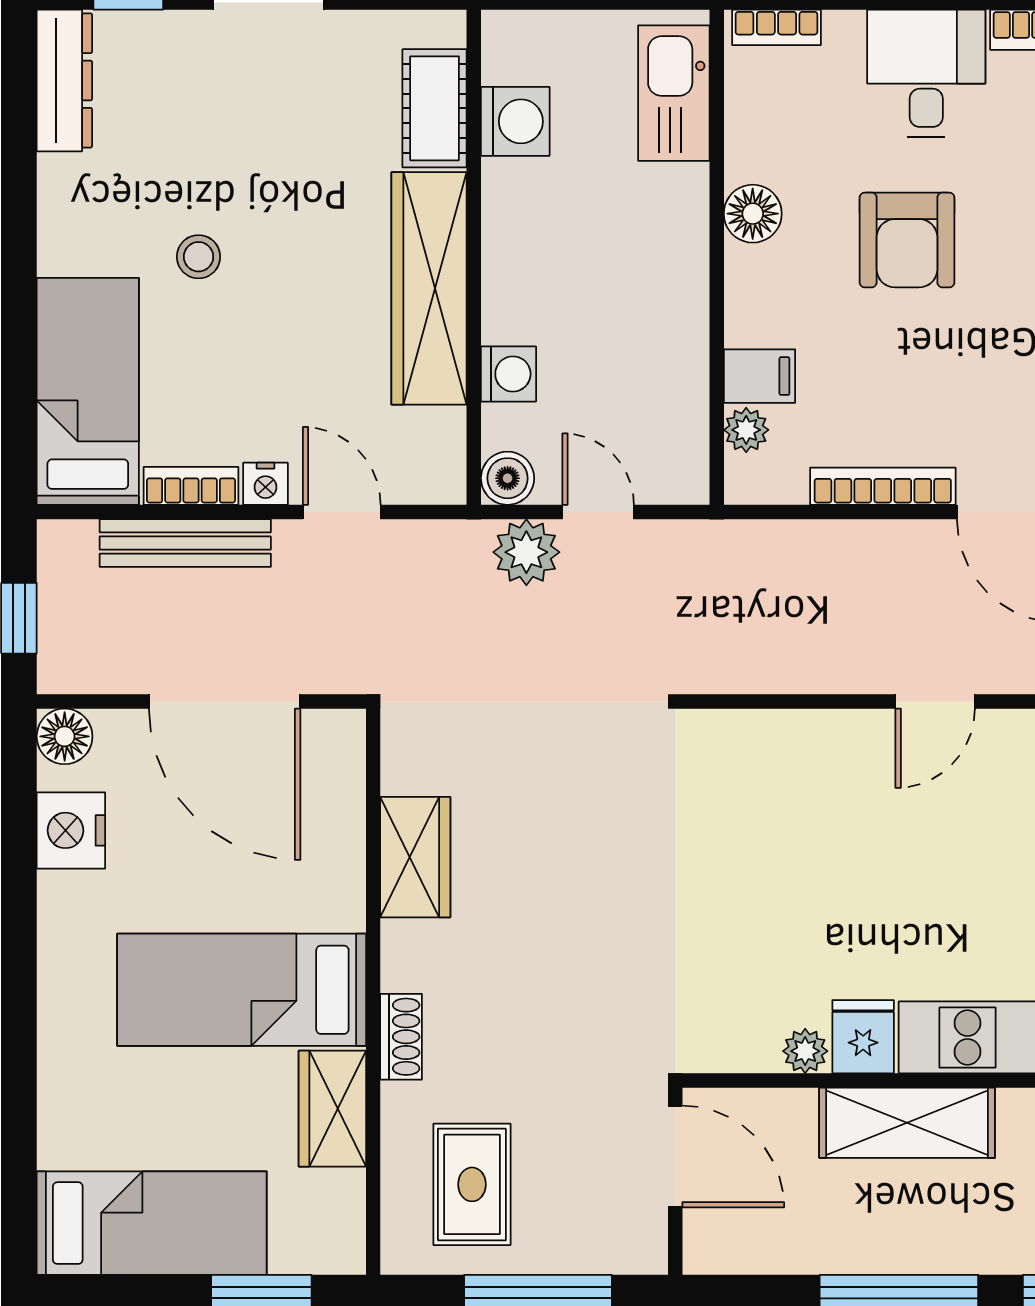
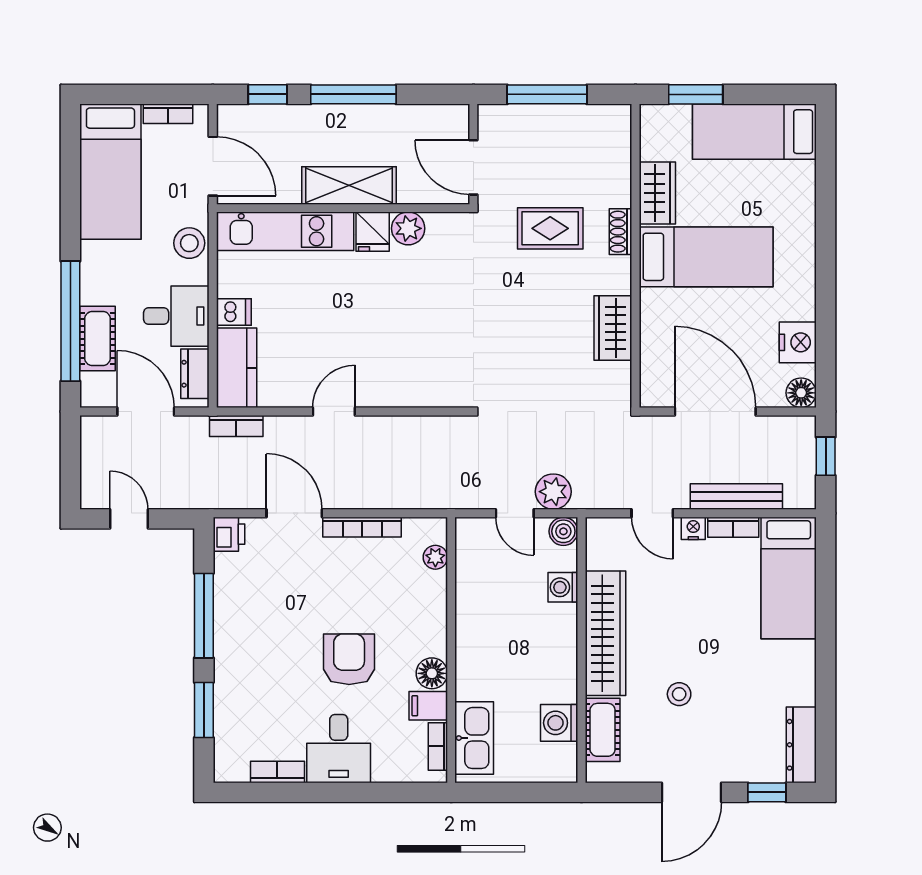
bookcase: (776, 27) -> (438, 746), moved, turned -90
stool: (199, 257) -> (679, 694), moved
filing cabinet: (759, 376) -> (428, 706), moved
plant: (805, 1051) -> (408, 228), width x1.38, depth x1.38
rug: (472, 1184) -> (550, 228), moved, turned 90

